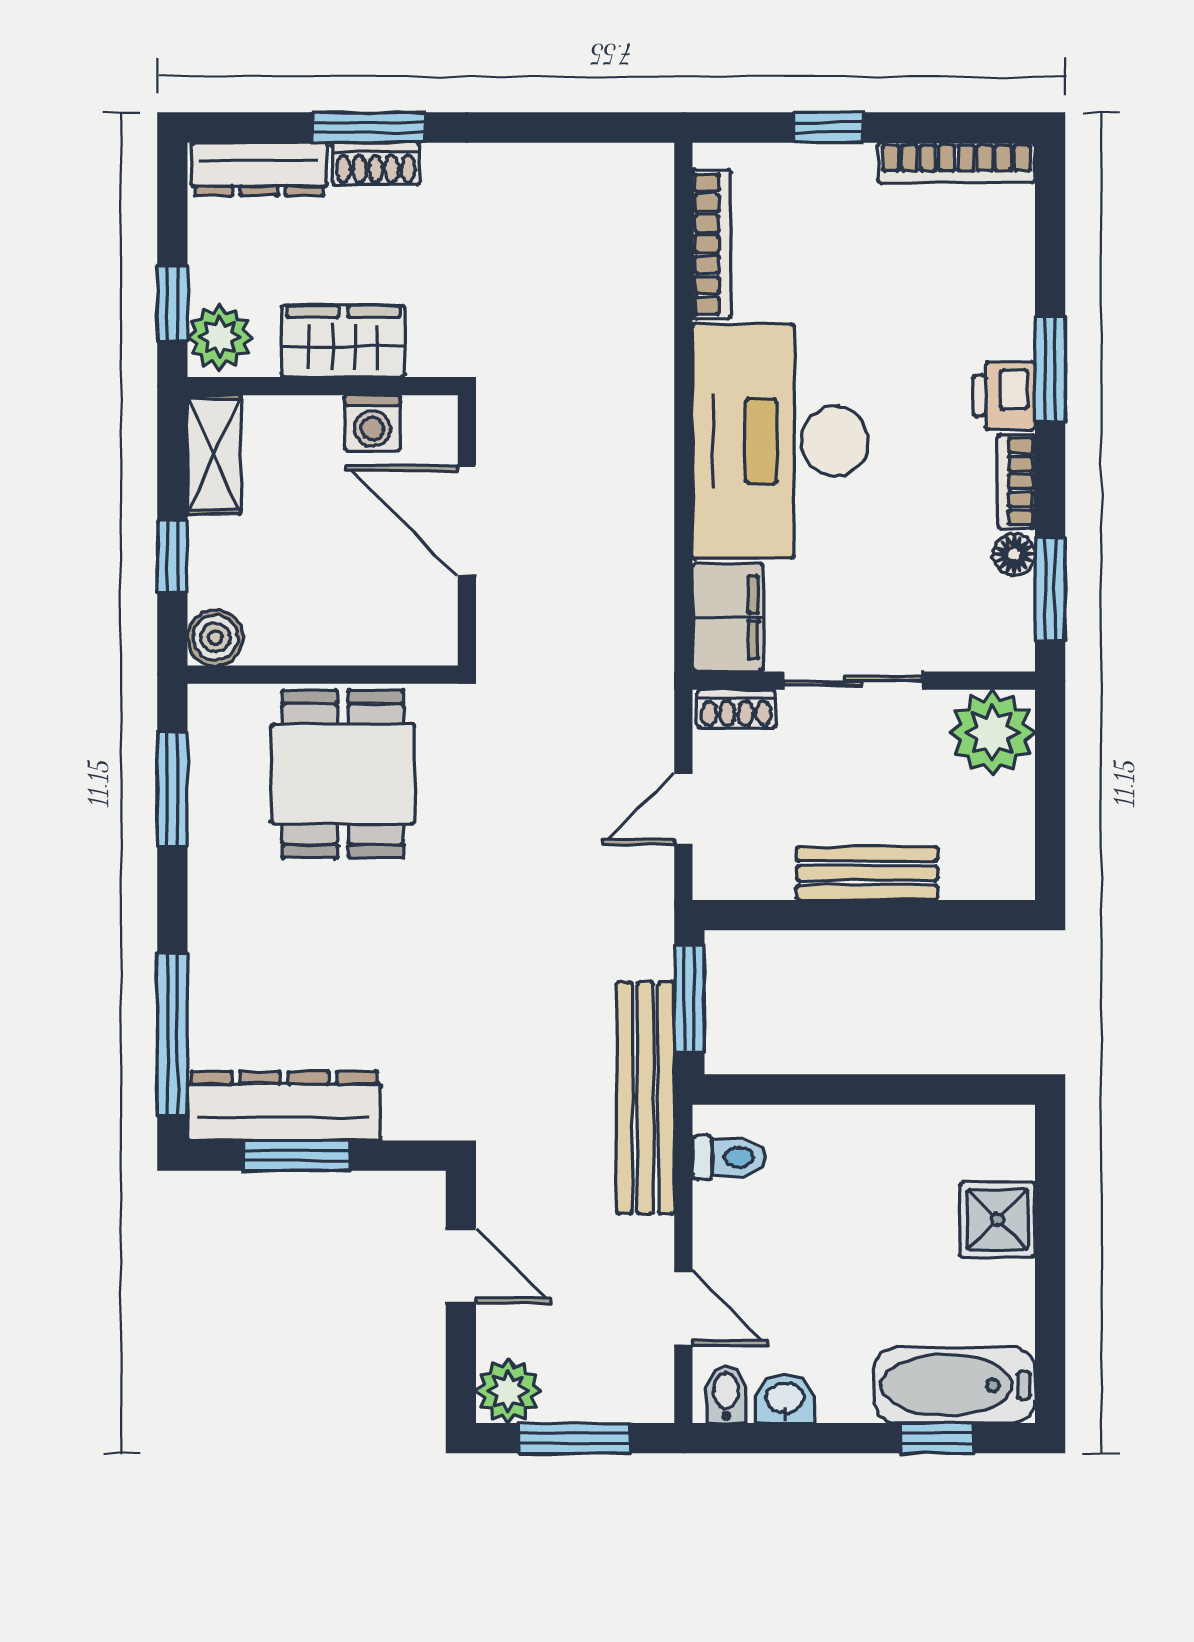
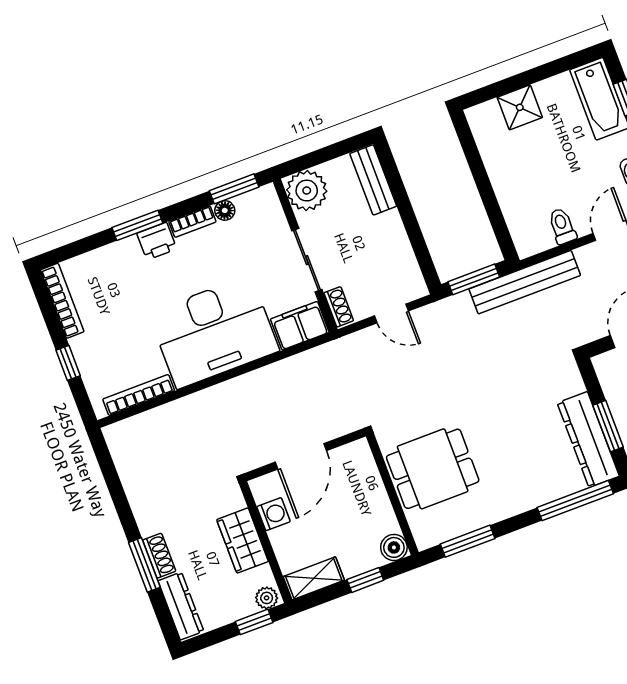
plant: (220, 337) -> (267, 598), width x0.73, depth x0.73
bench: (867, 873) -> (373, 180), moved
toilet: (729, 1157) -> (562, 226), moved

